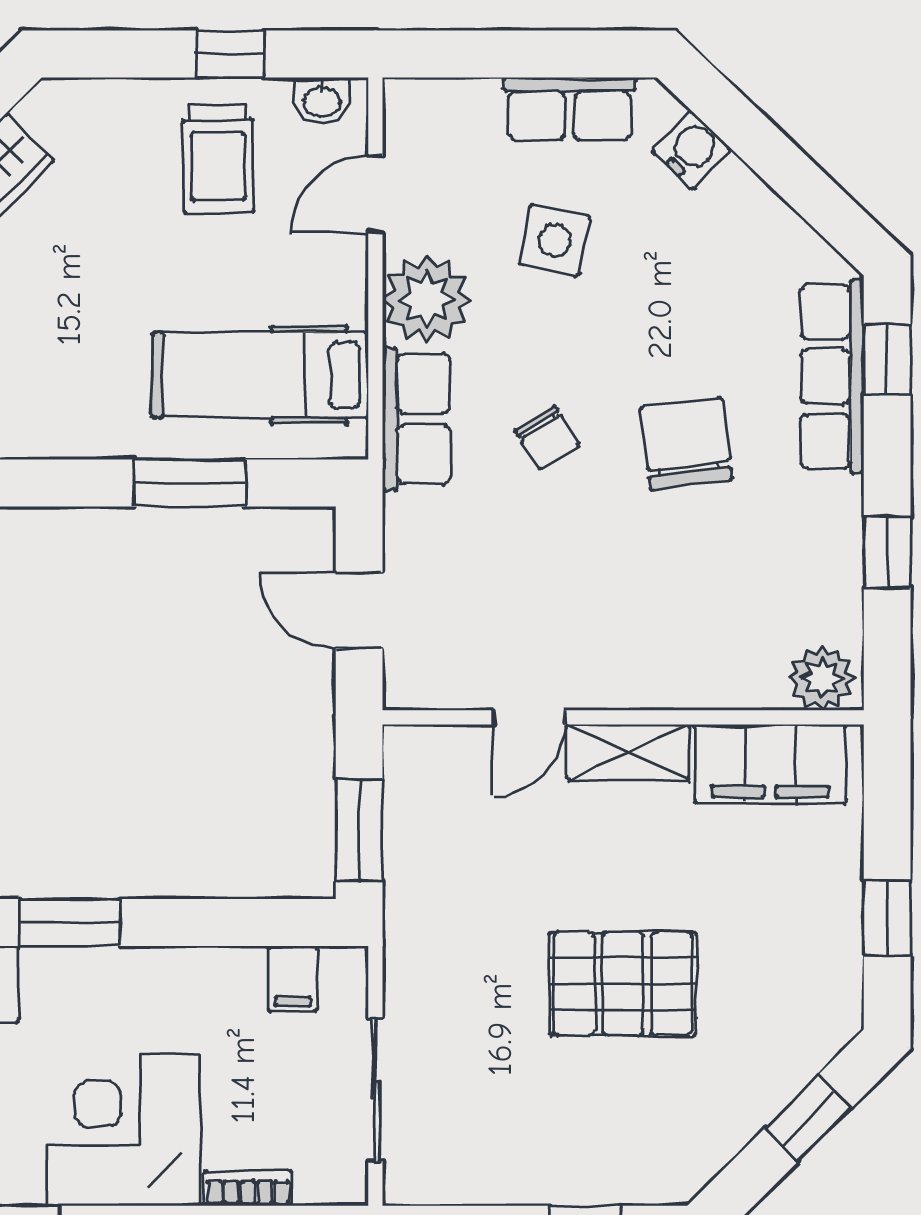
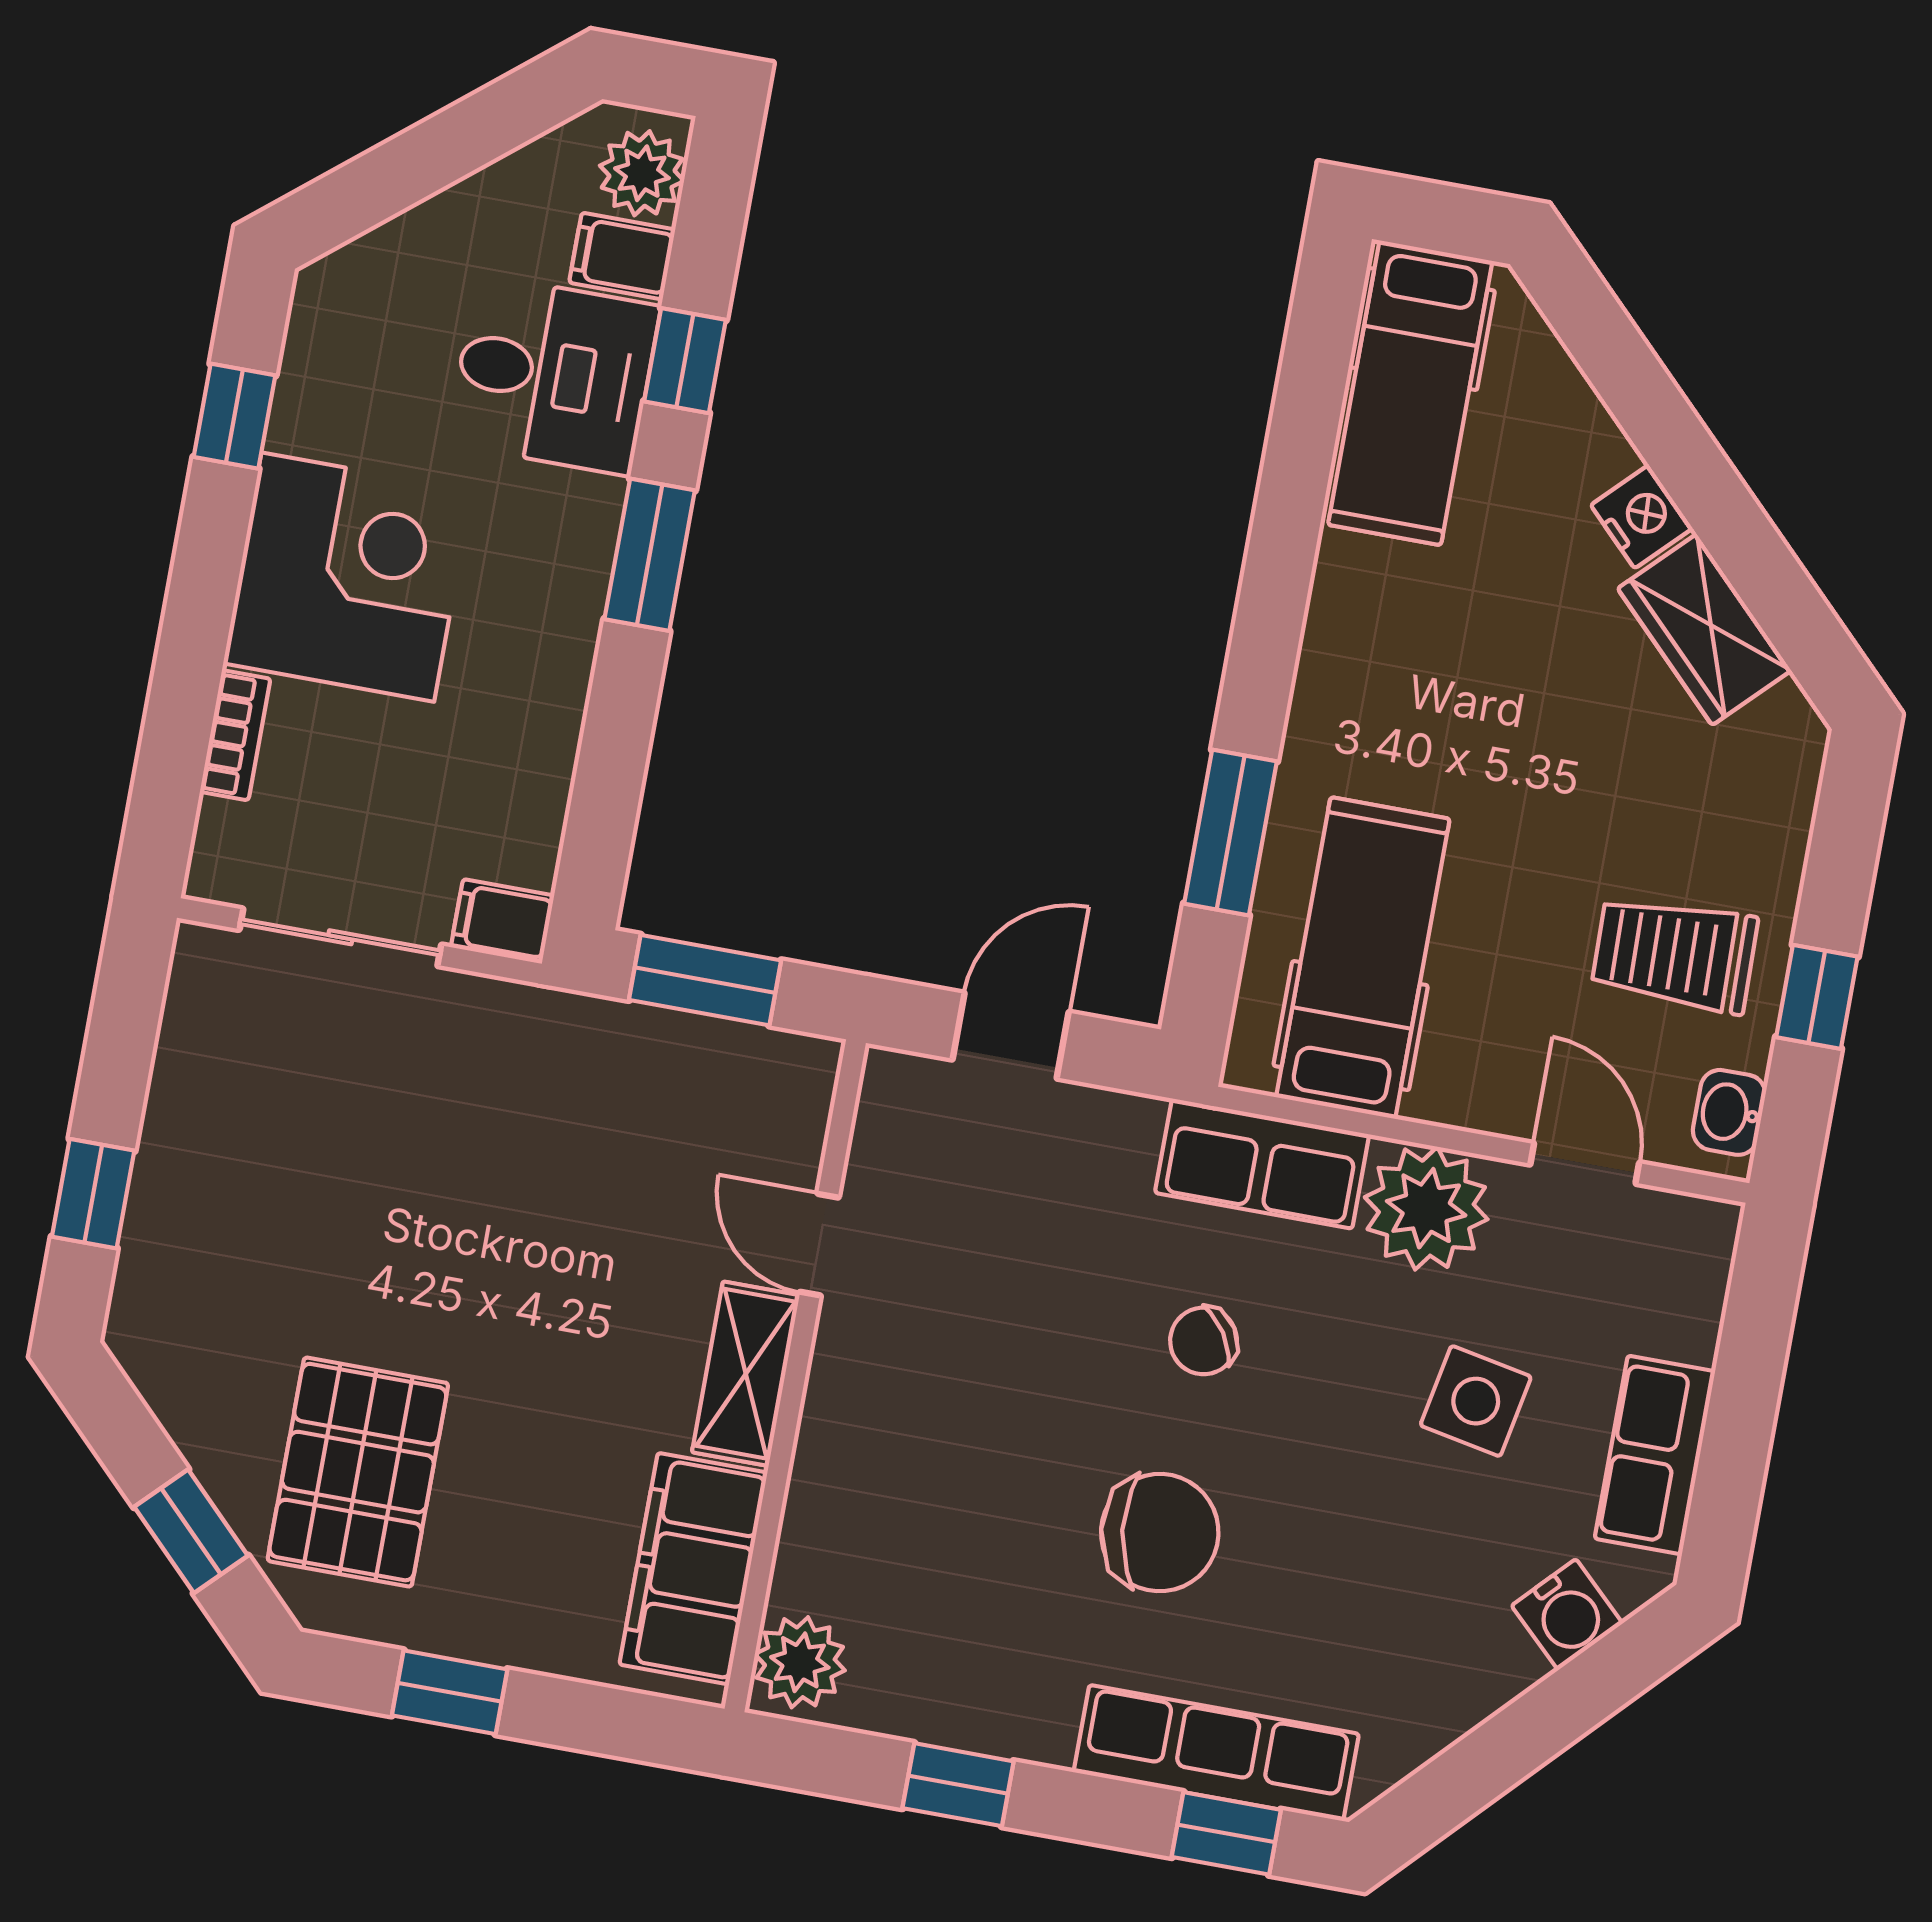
filing cabinet: (293, 979) -> (502, 921), moved
pallet: (623, 984) -> (358, 1472), moved

